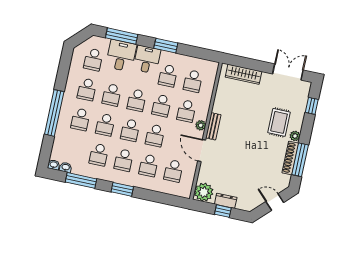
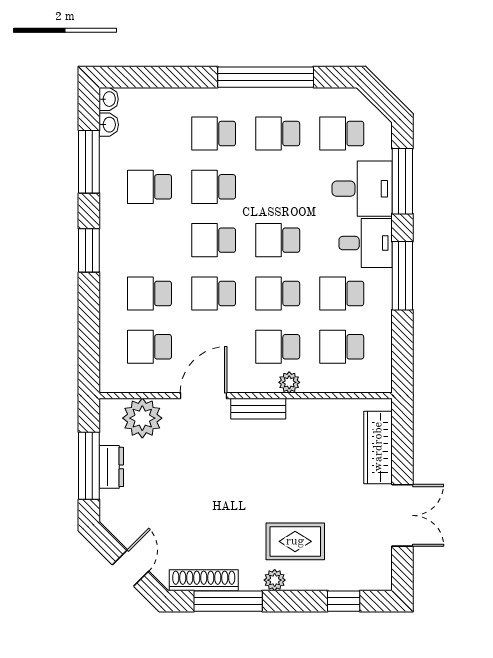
window: (166, 46) -> (402, 276), width x1.44
double door: (288, 72) -> (402, 515), moved
school desk: (112, 95) -> (278, 187), removed
window: (54, 113) -> (266, 77), moved
plant: (201, 125) -> (289, 382), moved
shoe rack: (290, 158) -> (204, 580), moved
school desk: (124, 160) -> (150, 240), removed
plant: (204, 192) -> (142, 418), moved
window: (223, 211) -> (89, 466), width x2.17

